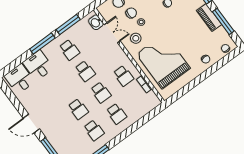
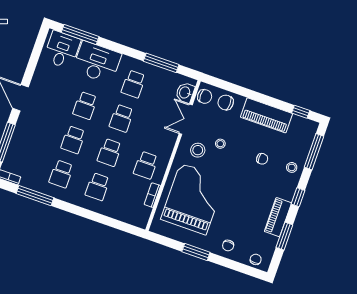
chair: (131, 13) -> (205, 96), moved
window: (223, 21) -> (284, 236), width x0.69
double door: (112, 33) -> (186, 119), swing flipped
window: (42, 43) -> (80, 34), moved
desk: (38, 65) -> (97, 62), width x1.37
window: (196, 81) -> (196, 252), added
school desk: (63, 88) -> (85, 105), added

